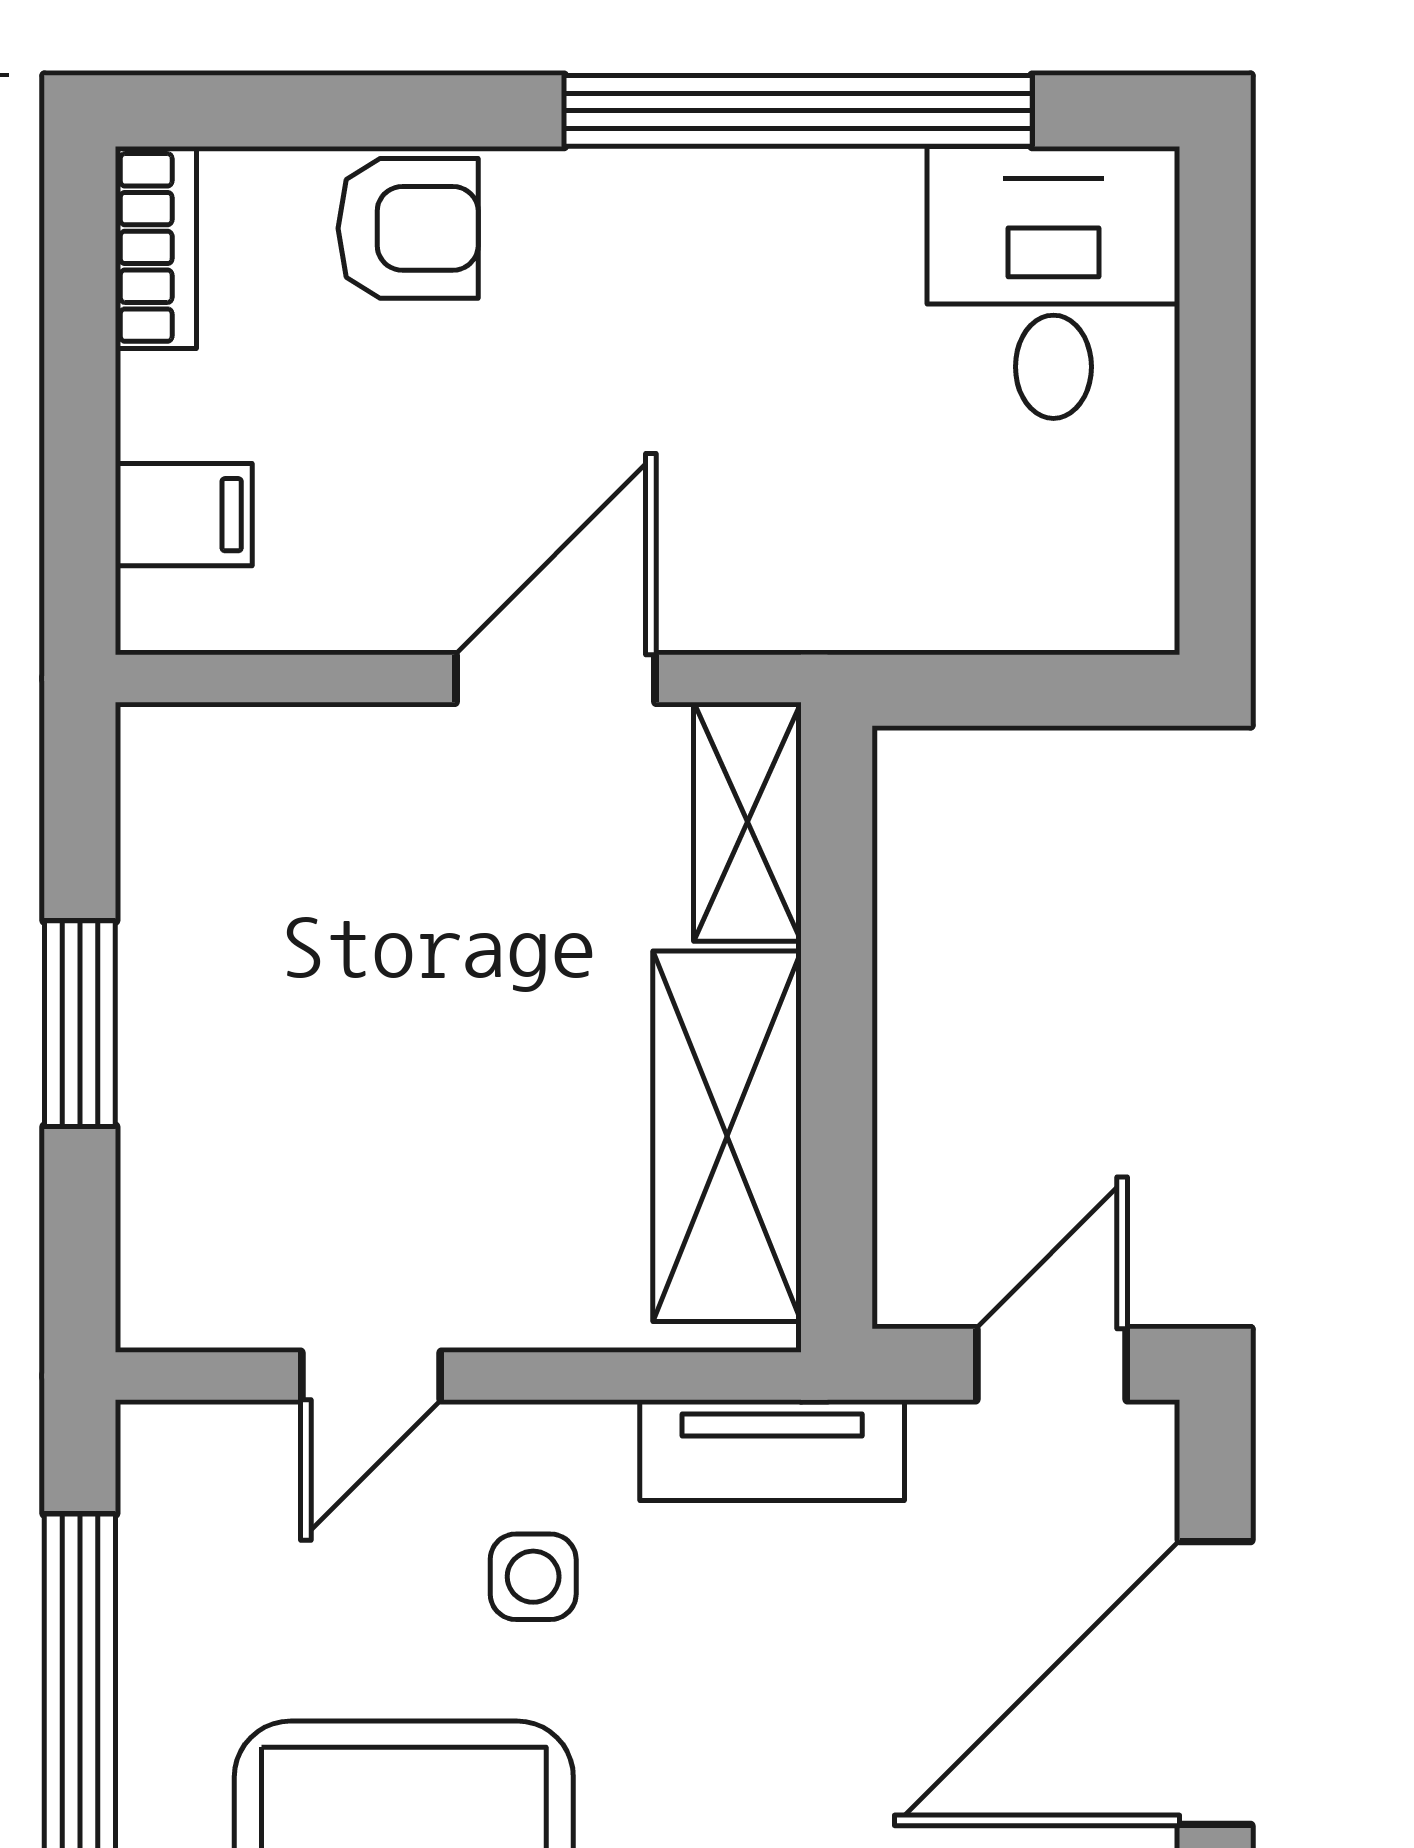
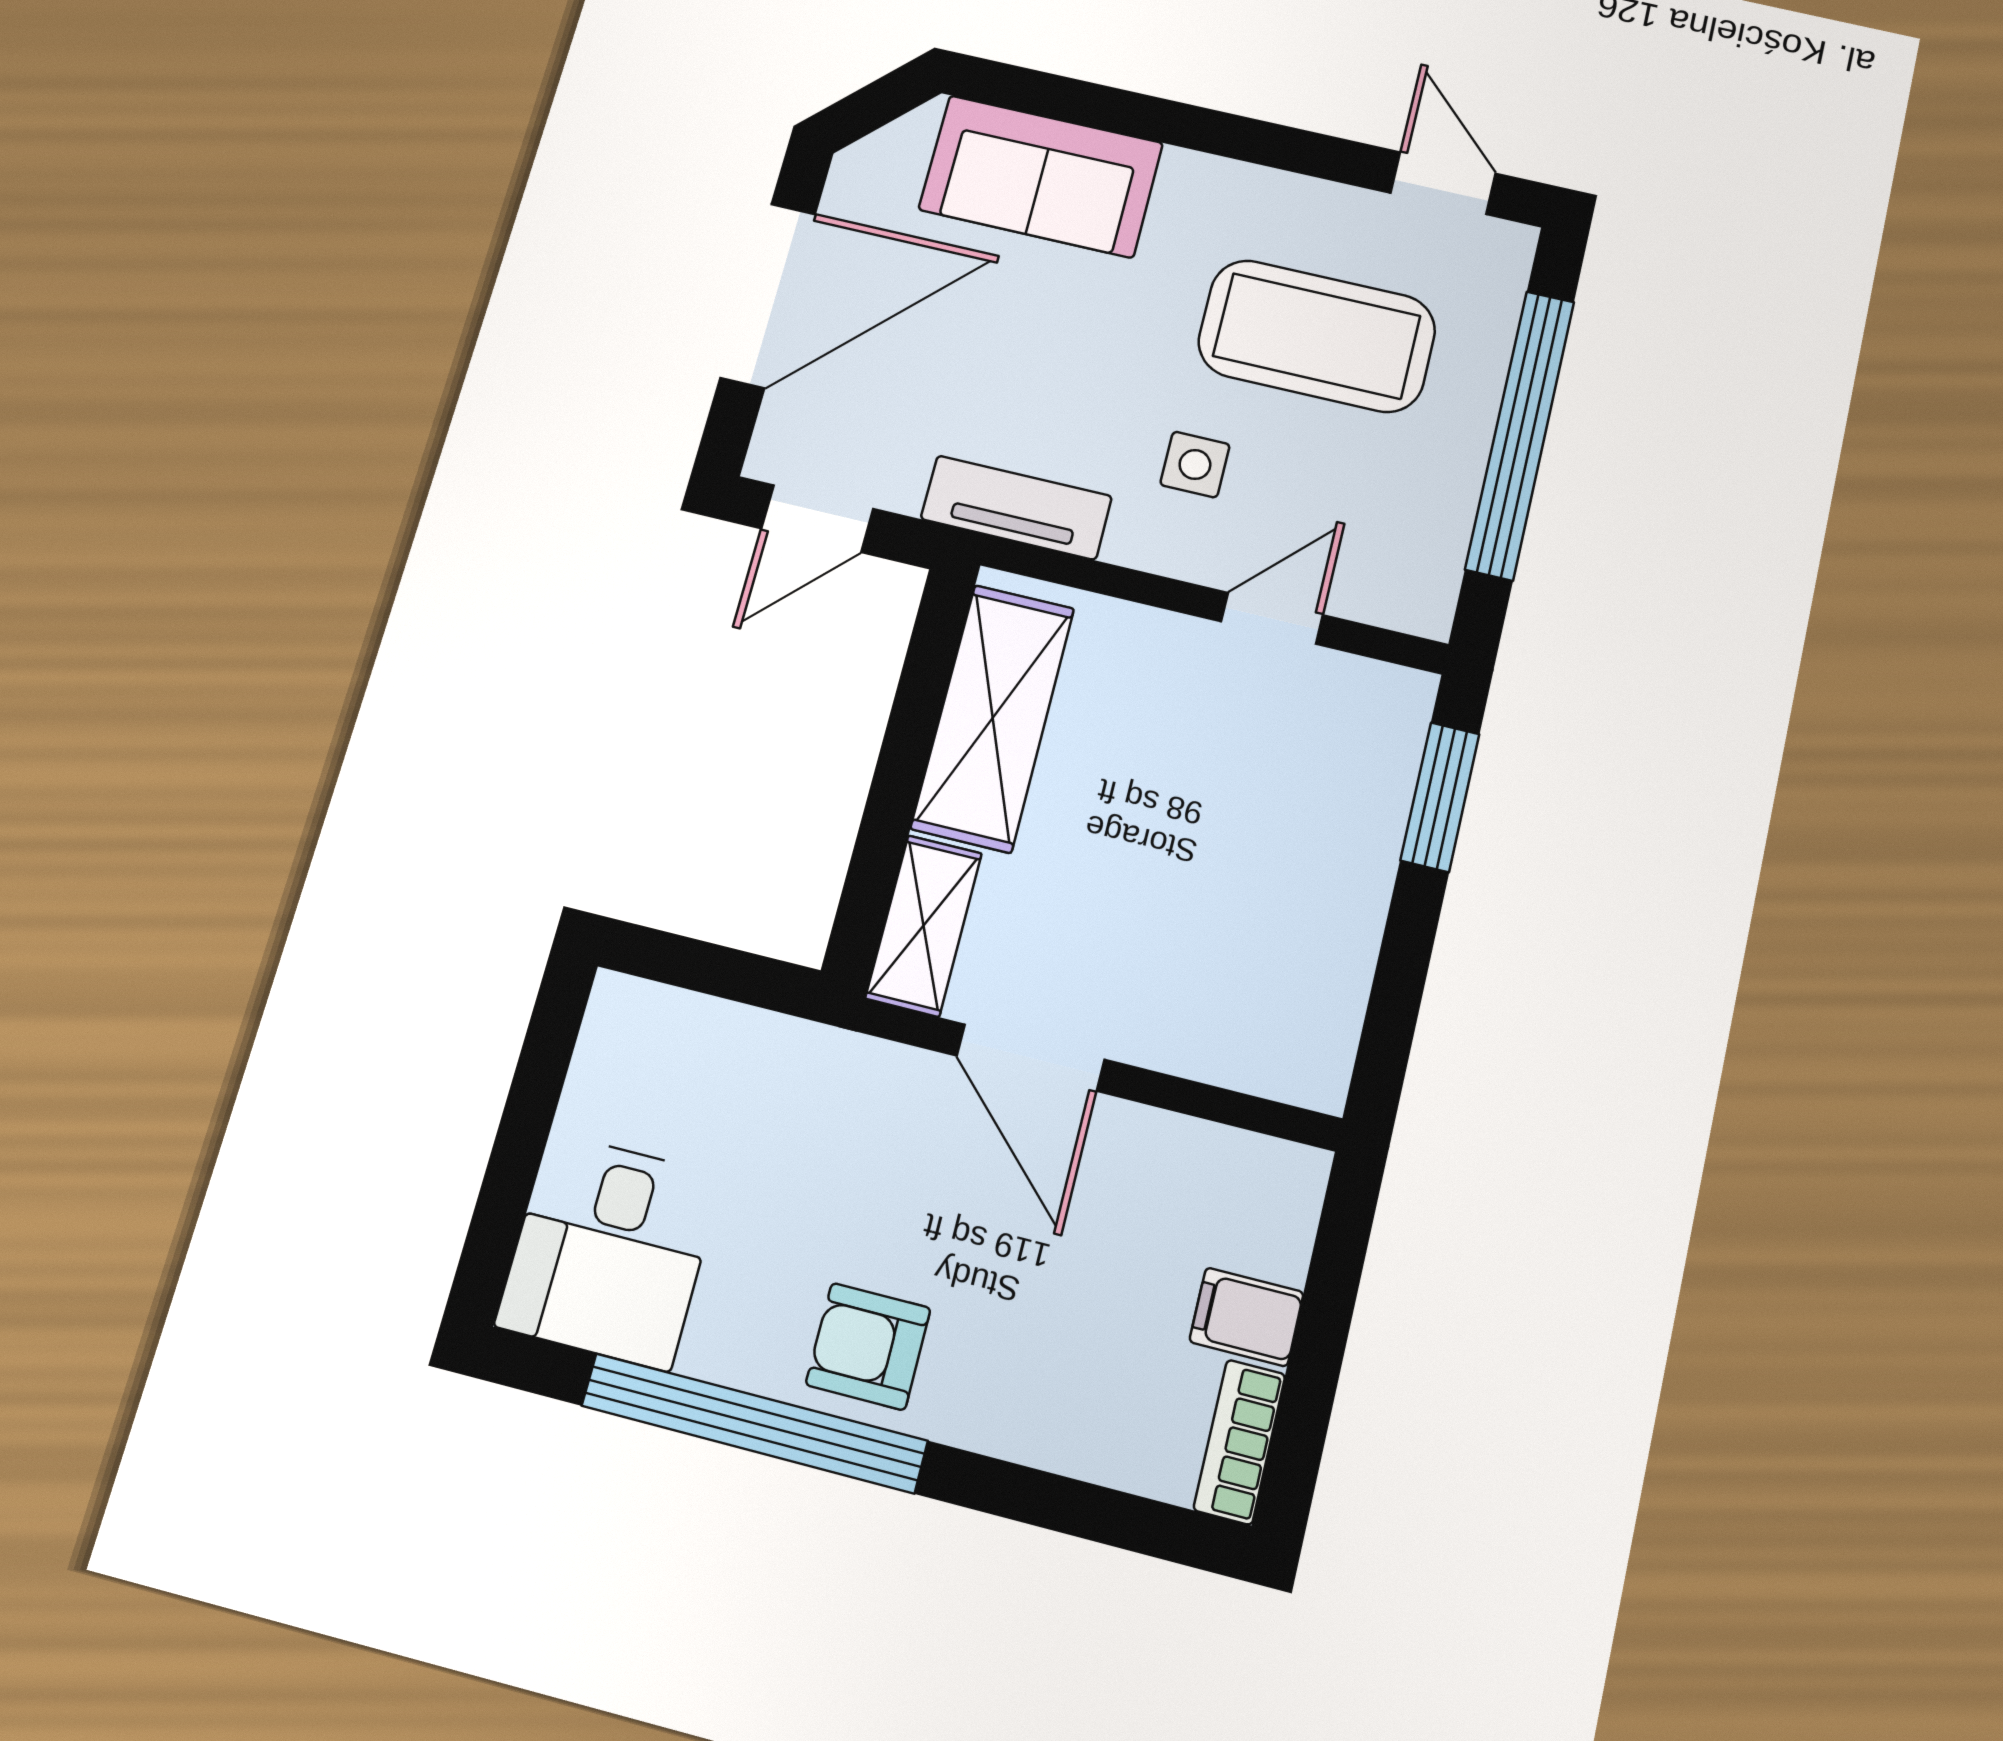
armchair: (408, 228) -> (868, 1346), moved
filing cabinet: (184, 515) -> (1246, 1317), moved
door: (556, 678) -> (1030, 1058), hinge flipped
window: (80, 1024) -> (1440, 797), moved

